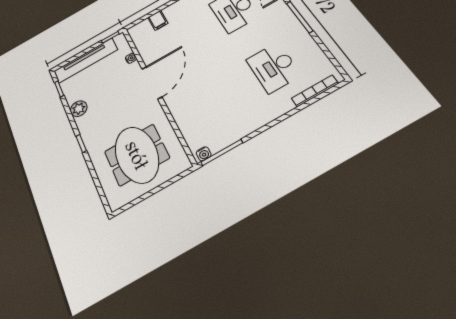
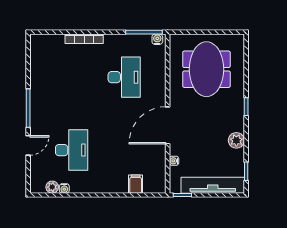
desk: (273, 67) -> (124, 77), moved
bookcase: (315, 91) -> (84, 39), moved

